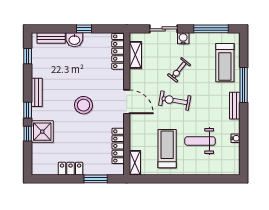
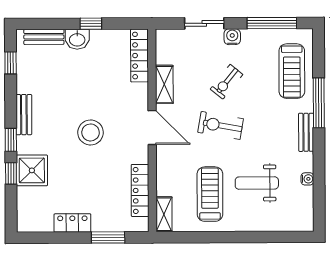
shelving: (135, 55) -> (164, 84), moved

